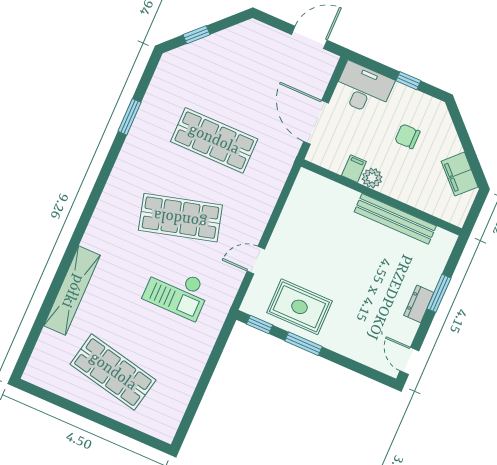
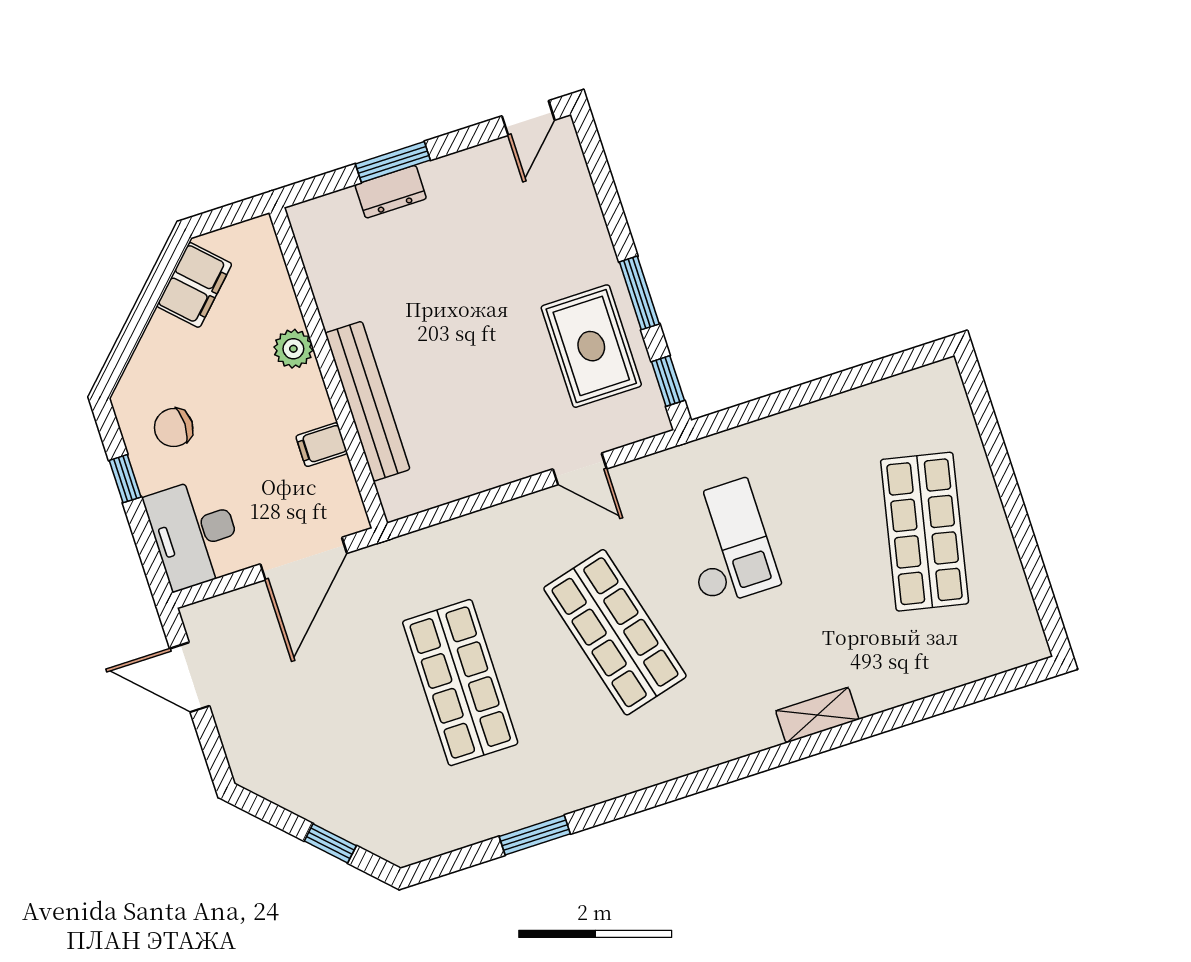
chair: (407, 136) -> (174, 428), moved, turned 90
plant: (372, 178) -> (293, 349), moved
bench: (395, 219) -> (368, 401), moved
shelving: (72, 291) -> (817, 715), width x0.45, depth x0.75
dresser: (419, 304) -> (391, 192), moved

